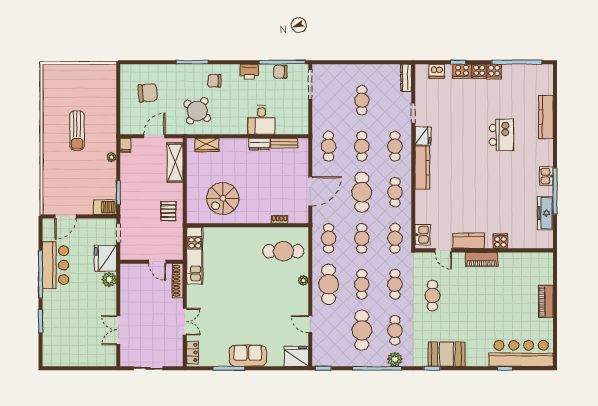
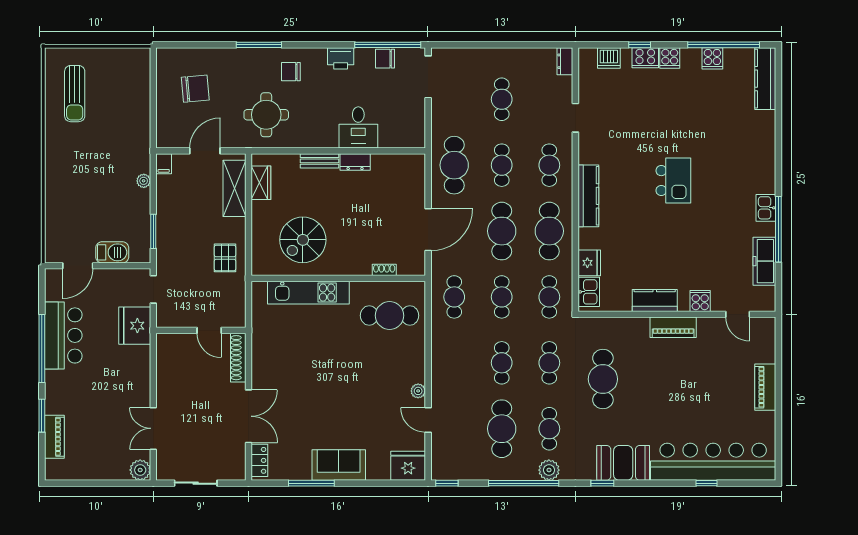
cooker: (494, 72) -> (712, 58), moved
dresser: (406, 78) -> (565, 61), width x0.70
round table: (197, 111) -> (266, 115), turned -36
kitchen counter: (546, 117) -> (765, 79), moved
sun lounger: (77, 131) -> (75, 94), moved
kitchen island: (501, 135) -> (673, 181), moved
fridge: (423, 136) -> (589, 263), moved
bench: (284, 143) -> (320, 161), moved
wardrobe: (207, 145) -> (261, 183), moved, turned -90
cafe table: (329, 146) -> (454, 165), width x1.37, depth x1.35
cafe table: (395, 192) -> (549, 231), width x1.37, depth x1.35
barbecue: (105, 207) -> (112, 252), moved
door: (443, 250) -> (738, 314), moved
kitchen unit: (195, 256) -> (308, 293), moved, turned 90
plant: (109, 280) -> (140, 470), moved
plant: (303, 280) -> (418, 391), moved
cafe table: (329, 284) -> (454, 363), removed
cafe table: (432, 296) -> (603, 379), width x1.37, depth x1.35
double door: (185, 322) -> (248, 416), width x1.37
piano: (49, 336) -> (54, 437), added
bar counter: (521, 353) -> (713, 462), width x1.36

